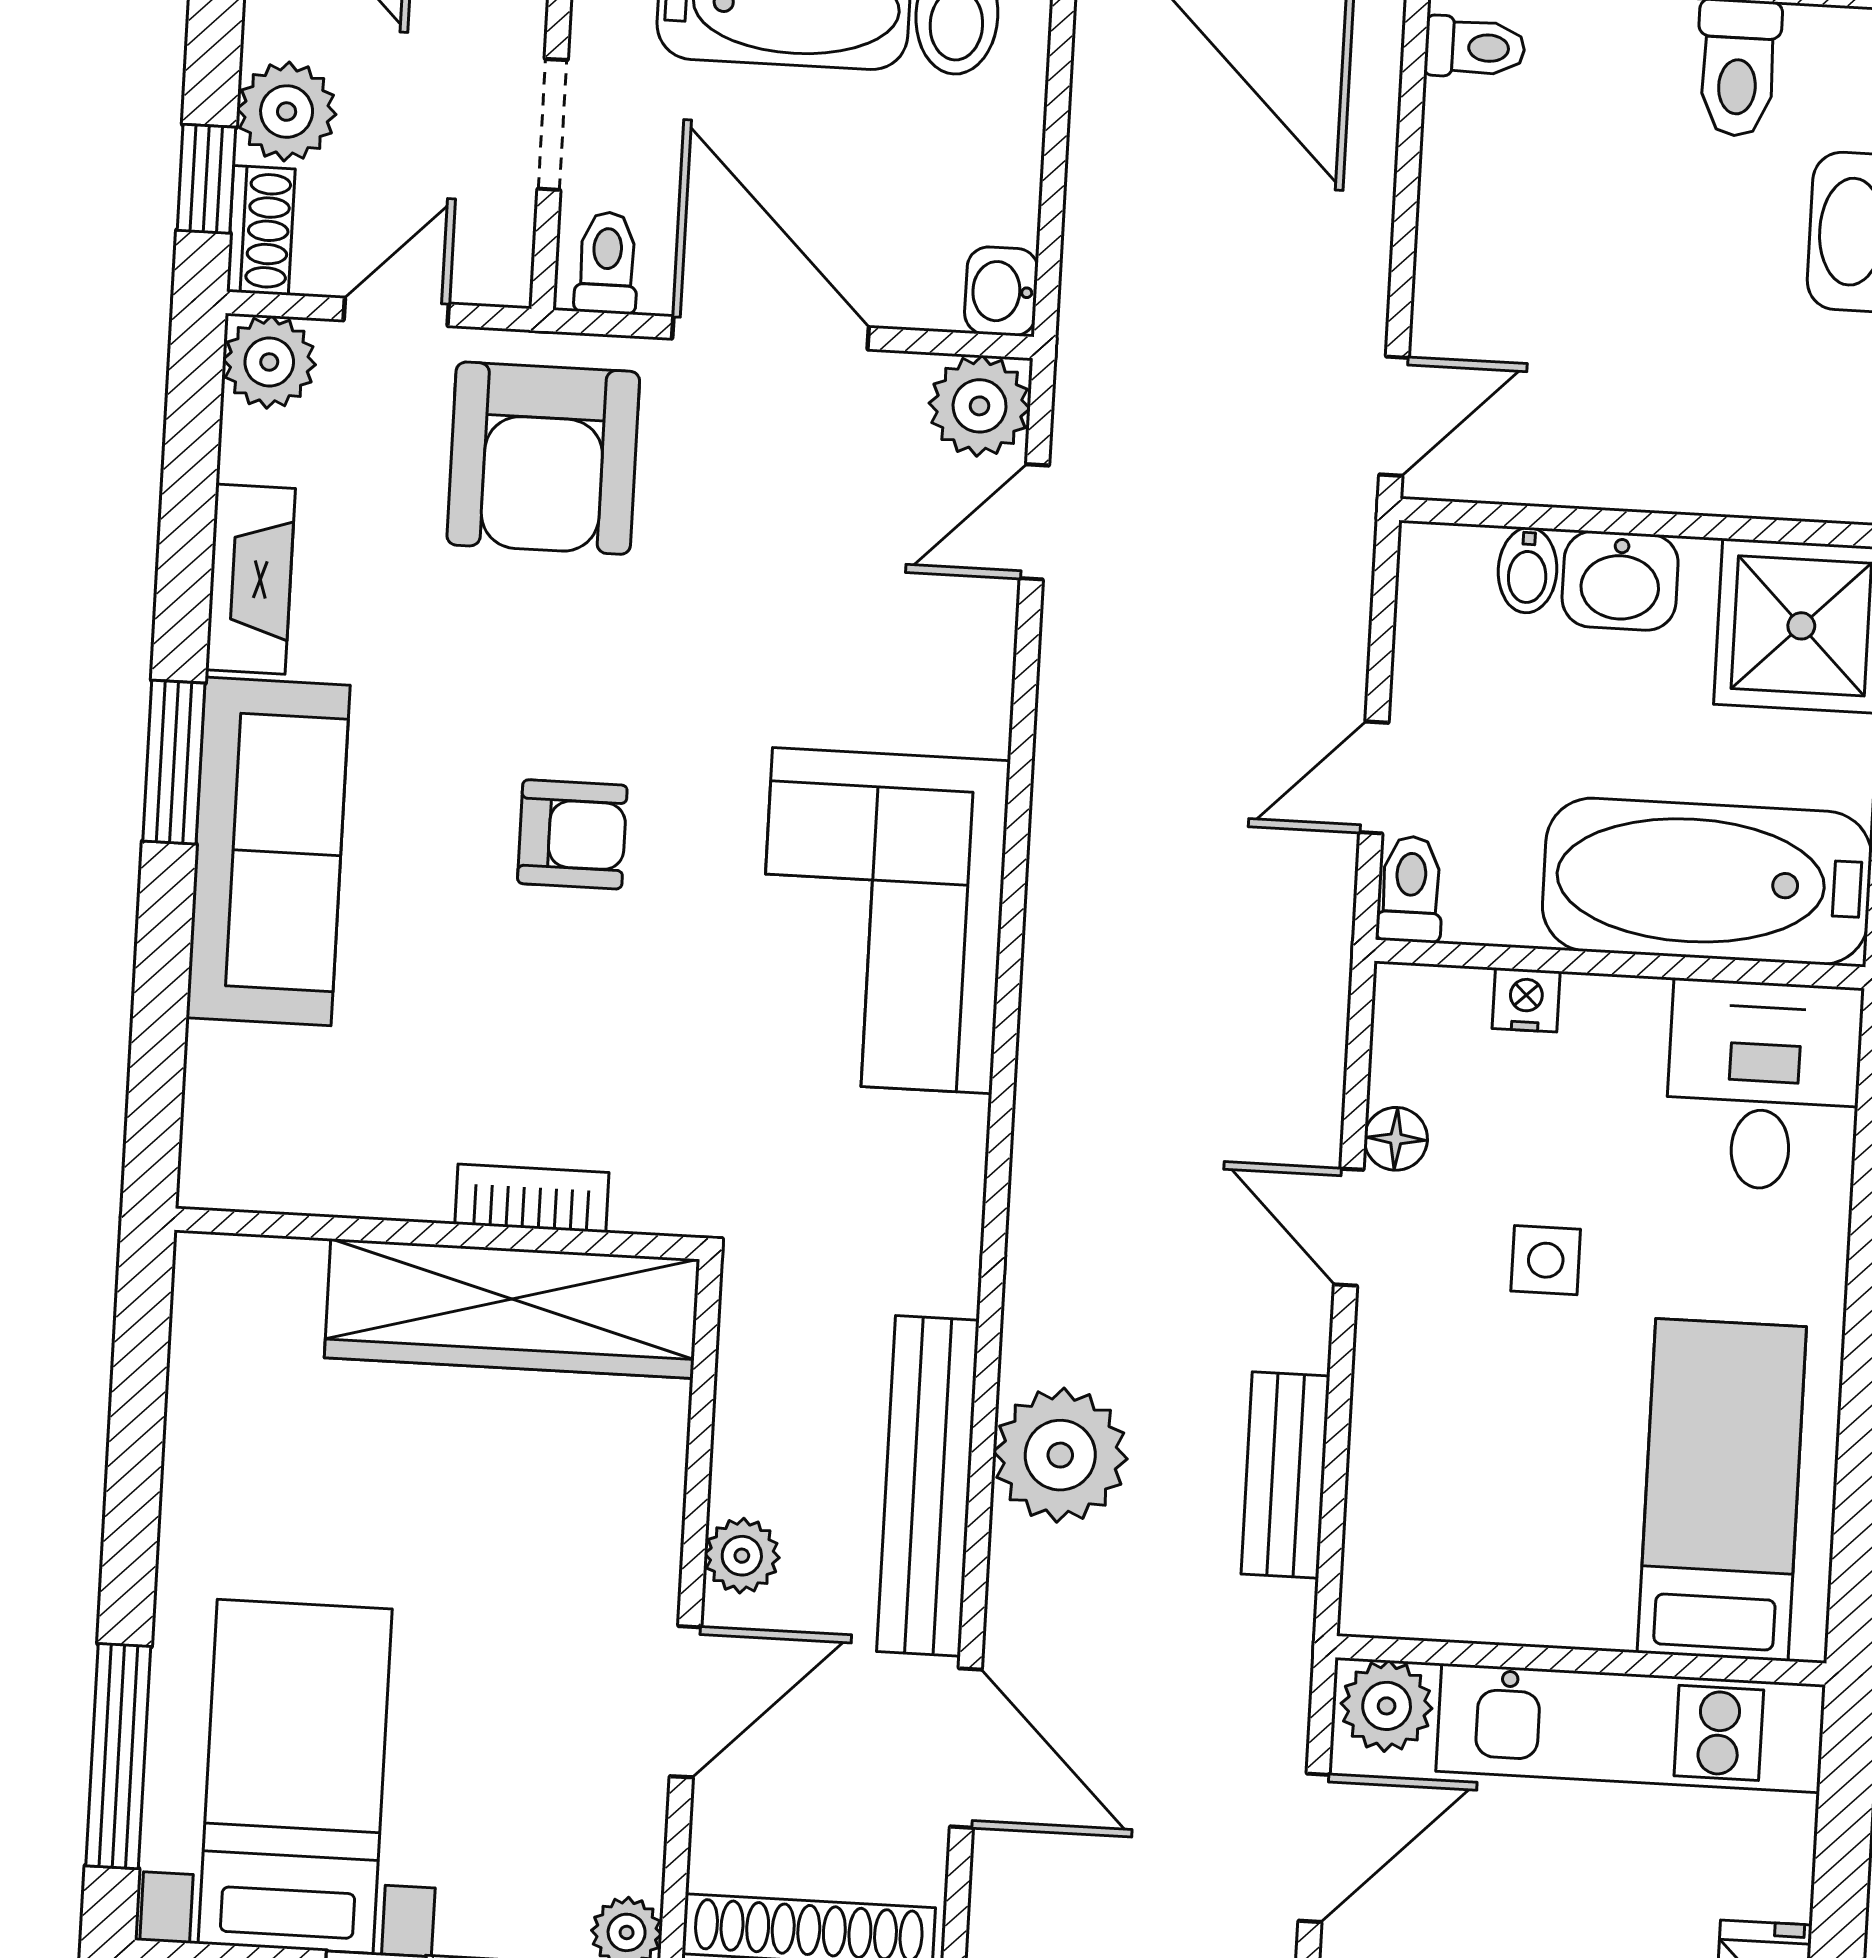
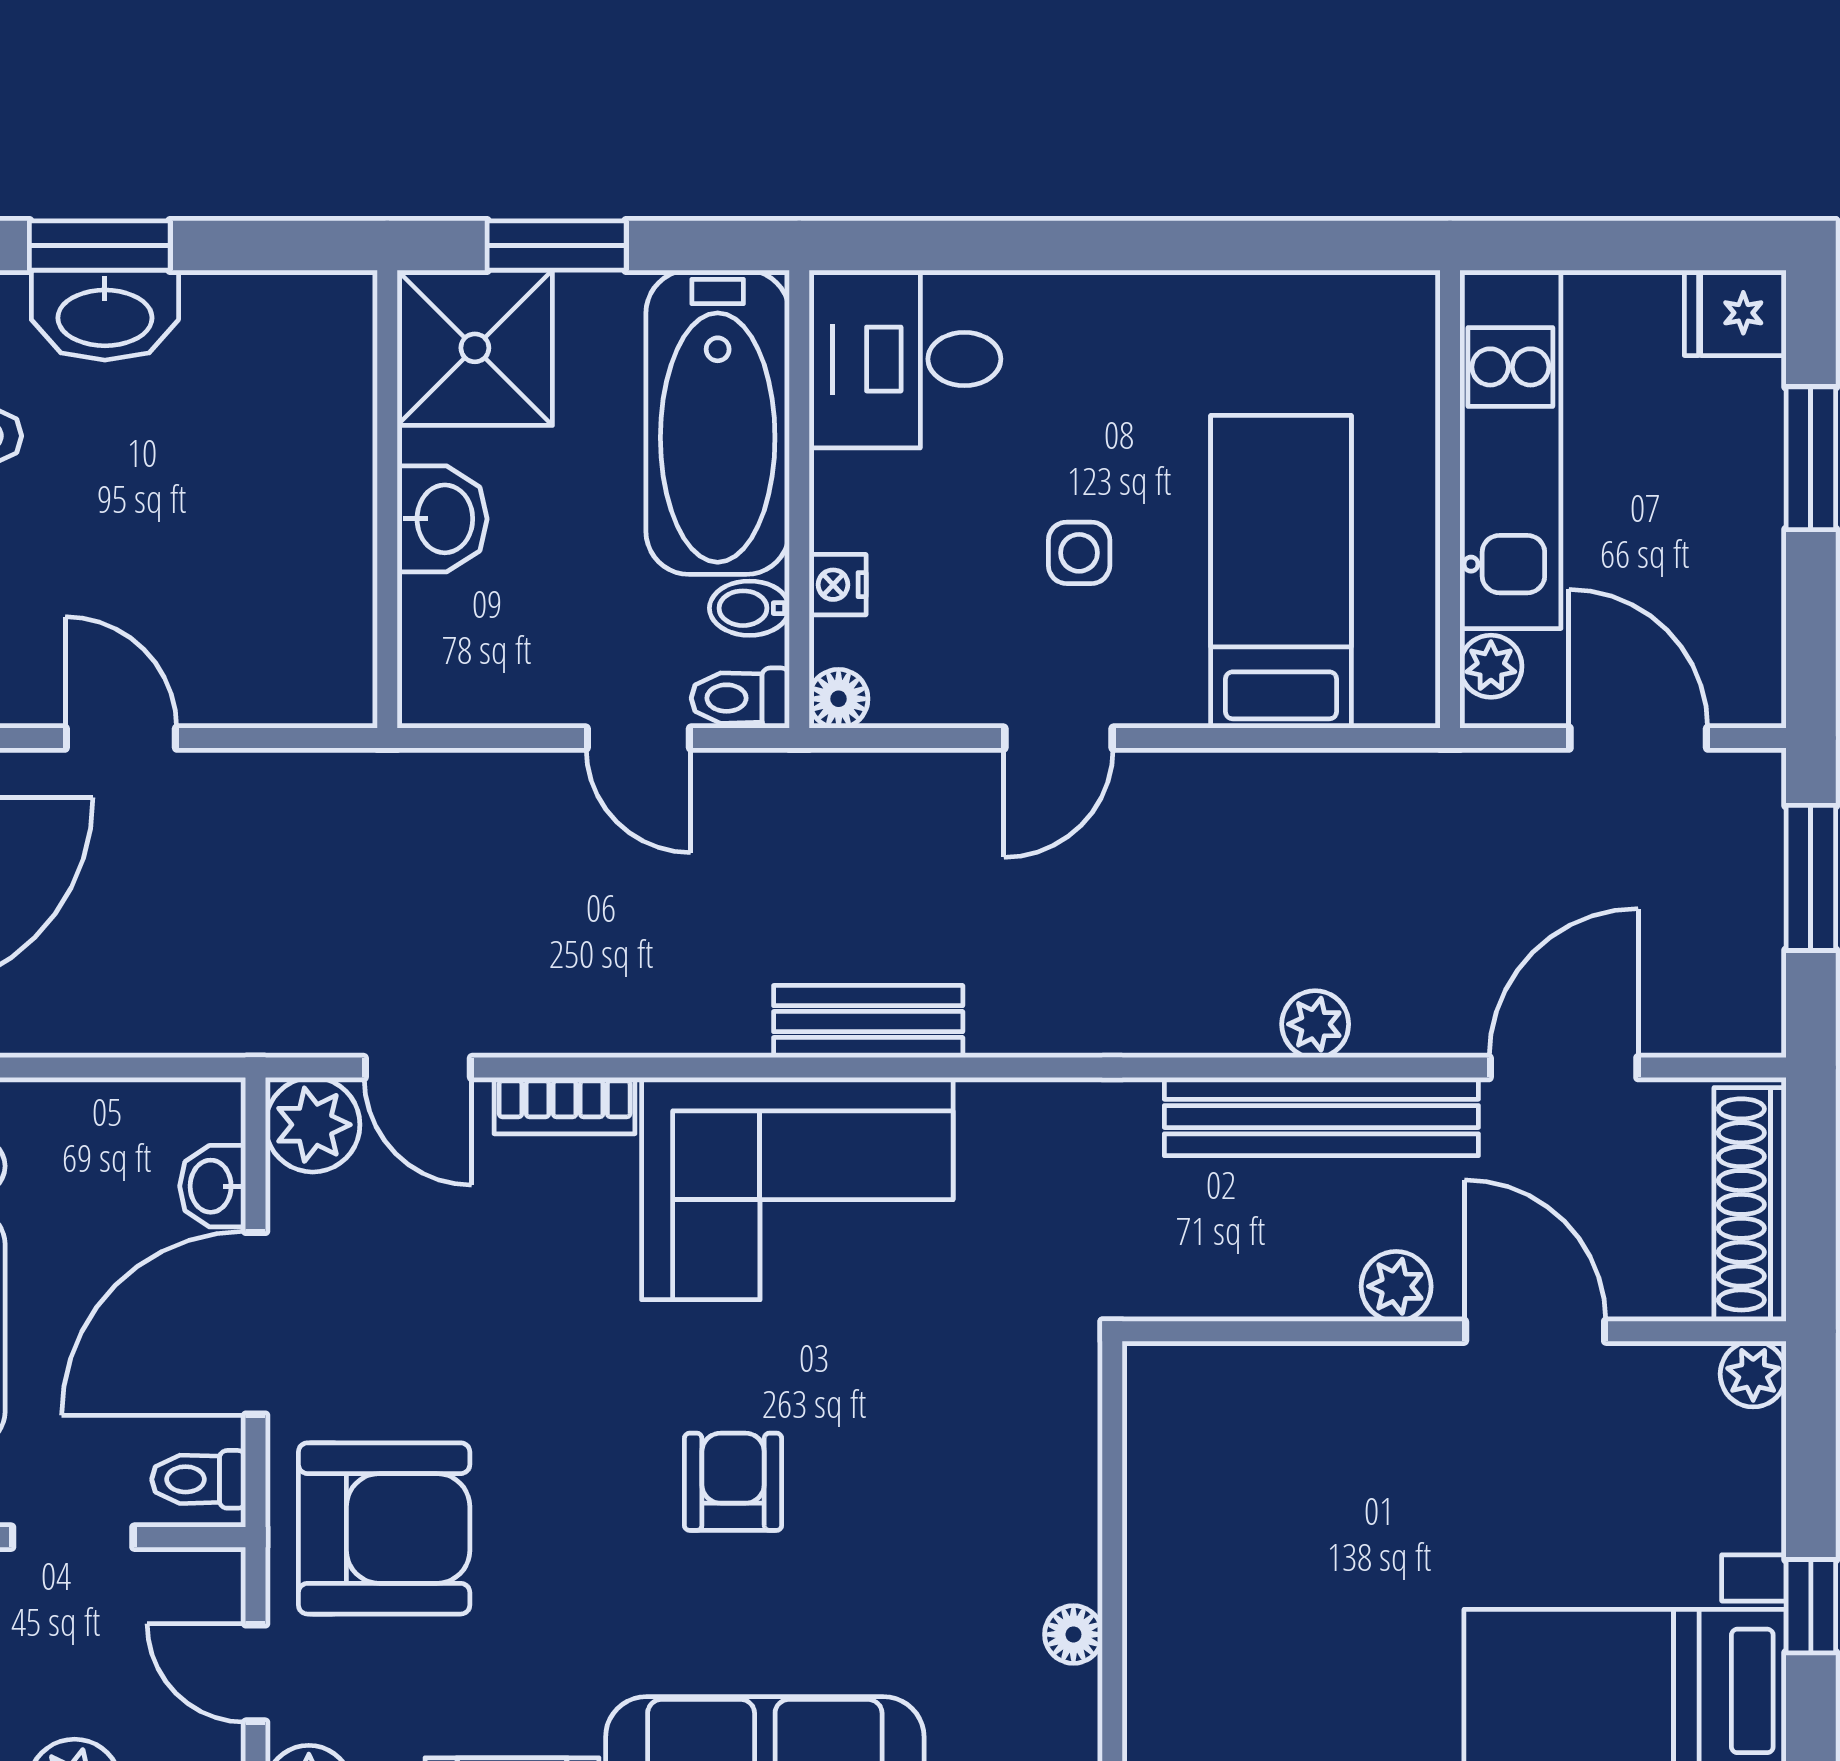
washbasin: (1001, 291) -> (213, 1186), moved, turned 90
door: (1394, 416) -> (121, 738), moved
bidet: (1527, 570) -> (749, 608), moved, turned 180
floor lamp: (1396, 1139) -> (839, 699), moved
floor lamp: (389, 1190) -> (1073, 1634), added
bookcase: (532, 1198) -> (565, 1106), moved, turned -90
wardrobe: (512, 1309) -> (1178, 1513), removed
plant: (1060, 1455) -> (1315, 1024), width x0.53, depth x0.53
bench: (1285, 1475) -> (868, 1022), moved
bed: (1722, 1490) -> (1281, 572), moved, turned 90
plant: (1387, 1706) -> (1491, 666), width x0.73, depth x0.73

